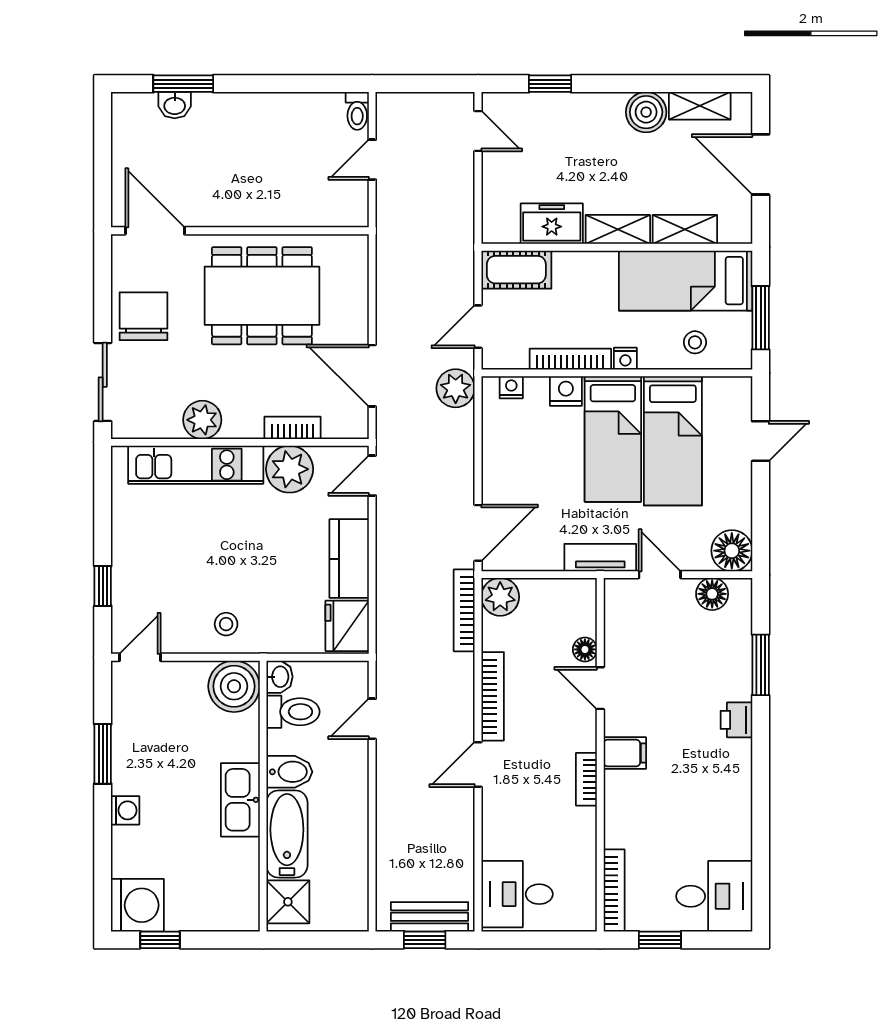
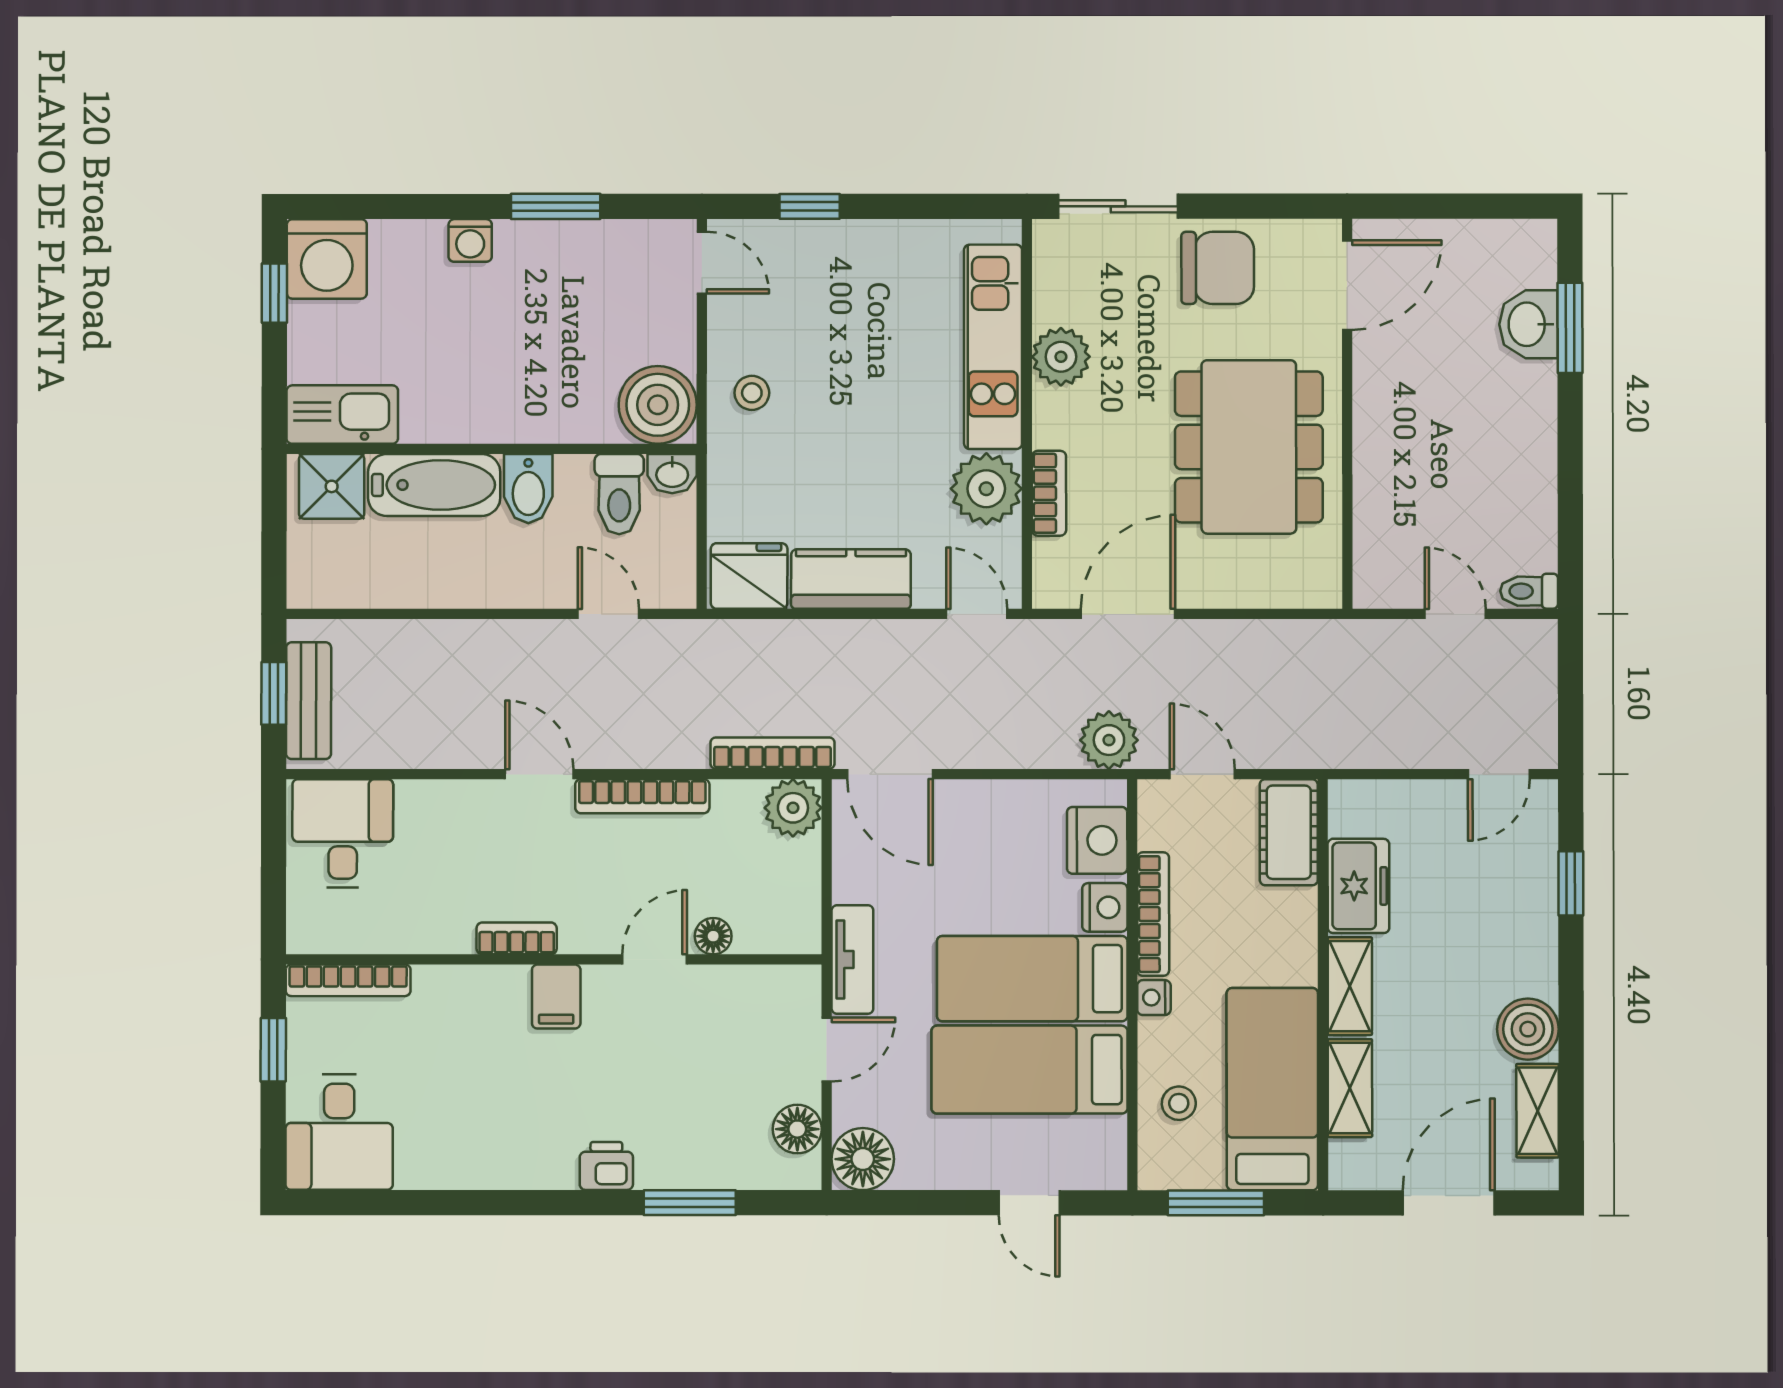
washbasin: (175, 105) -> (1528, 324), width x1.38, depth x1.45
nightstand: (511, 387) -> (1097, 840), width x1.89, depth x1.79
kitchen sink: (240, 800) -> (342, 415), moved

